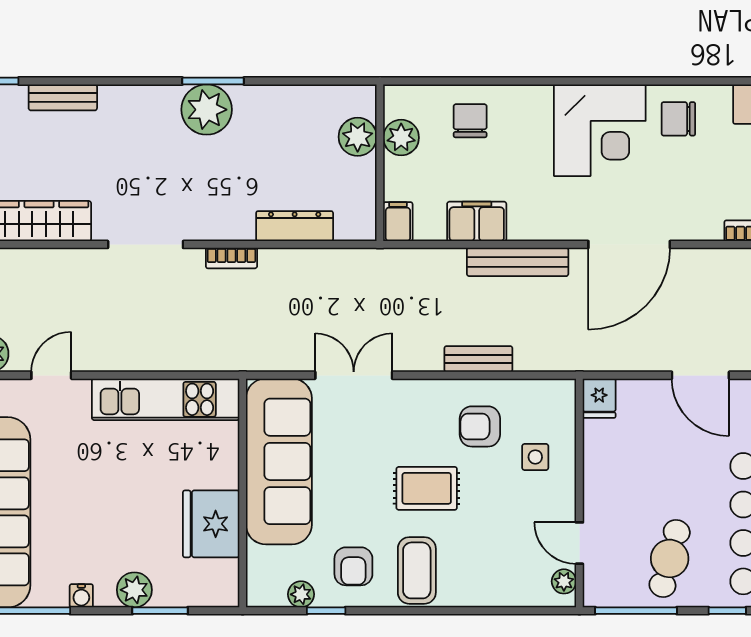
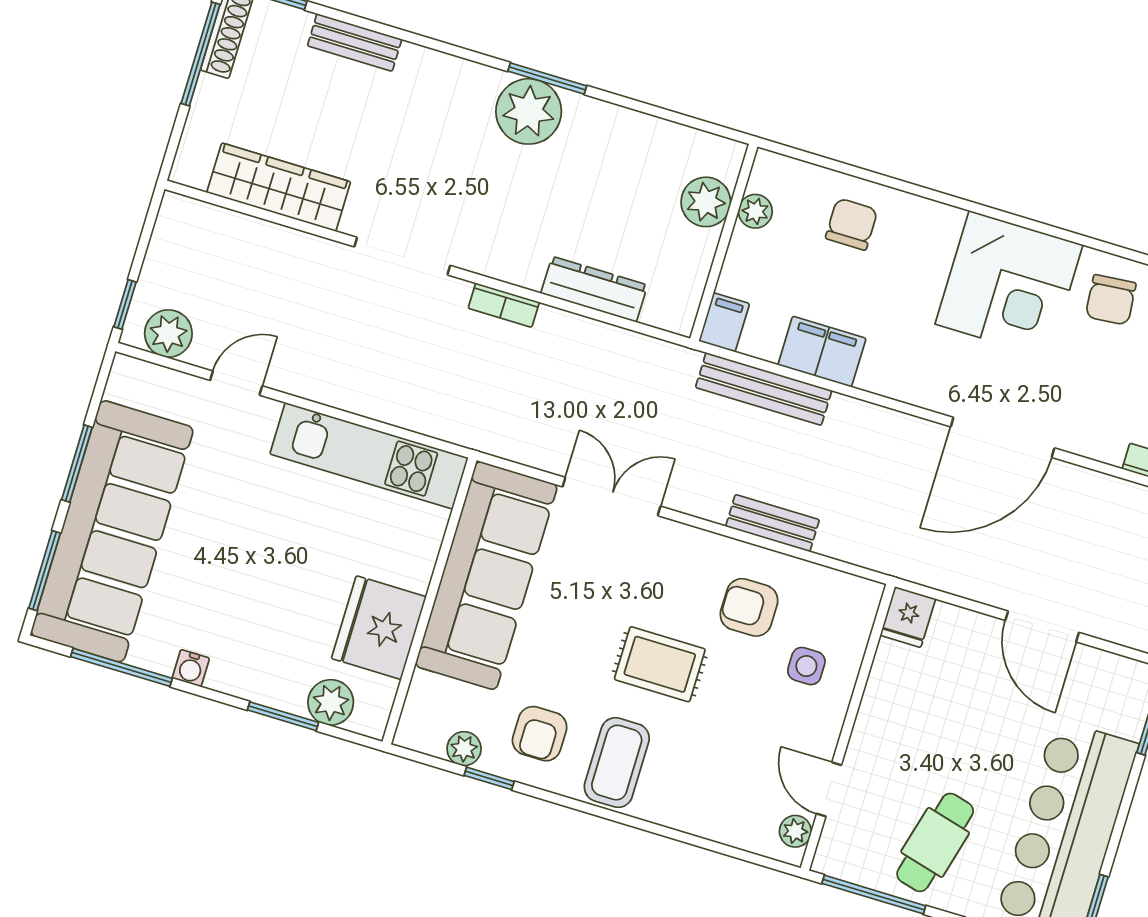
chair: (678, 119) -> (1111, 300), turned -95
plant: (401, 138) -> (755, 211), width x0.73, depth x0.73
bench: (518, 262) -> (764, 389), moved
plant: (134, 590) -> (331, 702), moved

